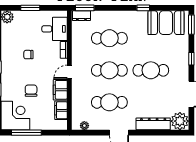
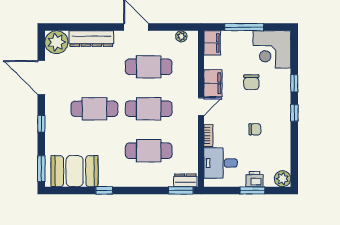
printer: (29, 17) -> (254, 179), added
filing cabinet: (61, 110) -> (212, 43), moved
window: (26, 133) -> (244, 27), moved

